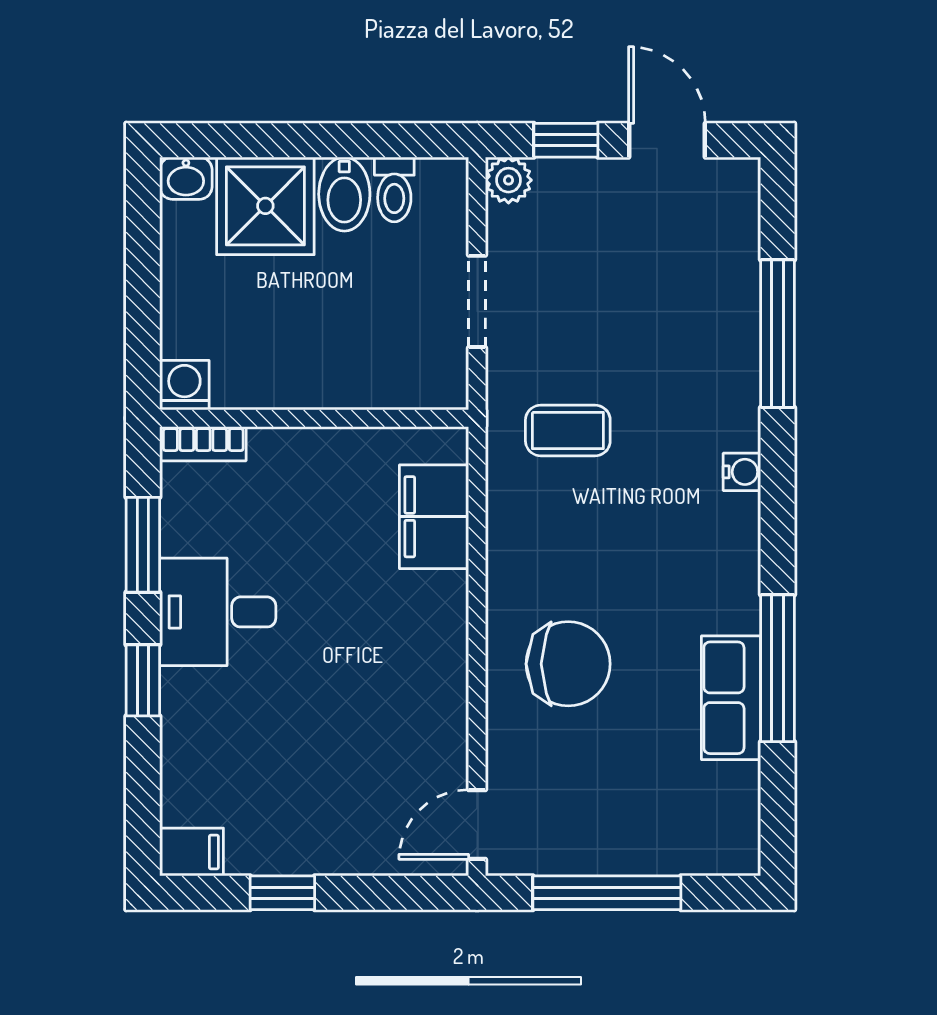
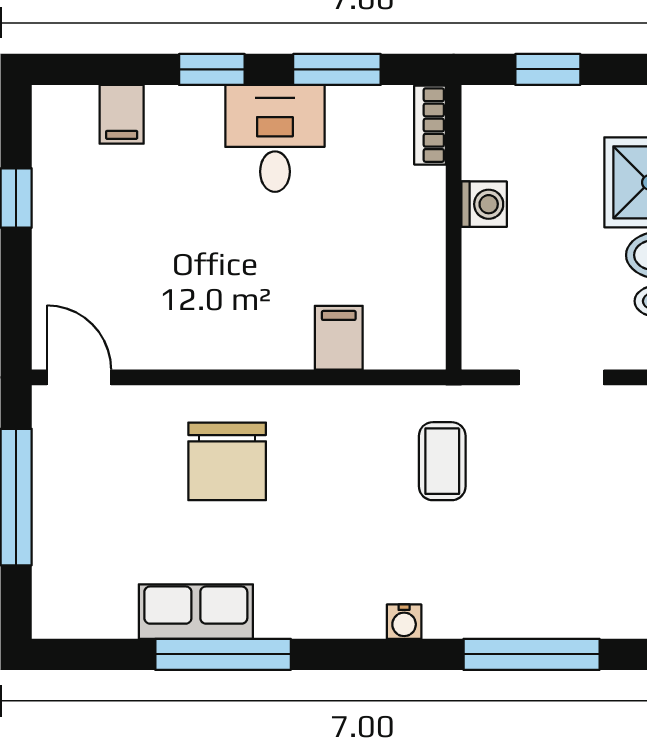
window: (143, 316) -> (548, 69), added
washing machine: (184, 385) -> (484, 204), moved
filing cabinet: (434, 517) -> (339, 338), width x0.50
filing cabinet: (192, 852) -> (122, 114), moved

